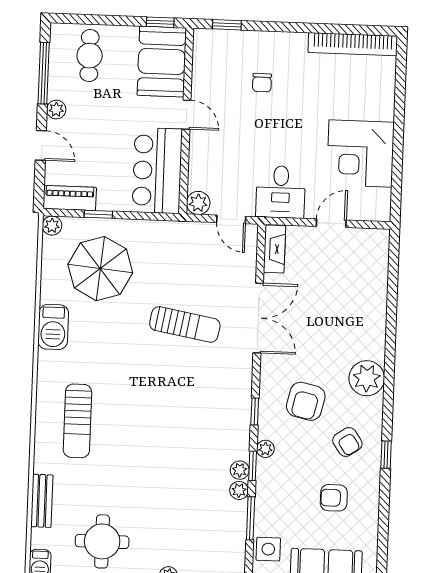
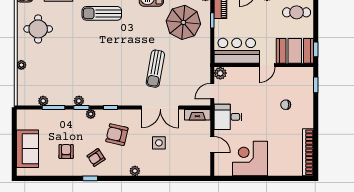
plant: (367, 378) -> (135, 171), width x0.53, depth x0.53
plant: (239, 490) -> (43, 101), moved
side table: (268, 549) -> (159, 143), moved

